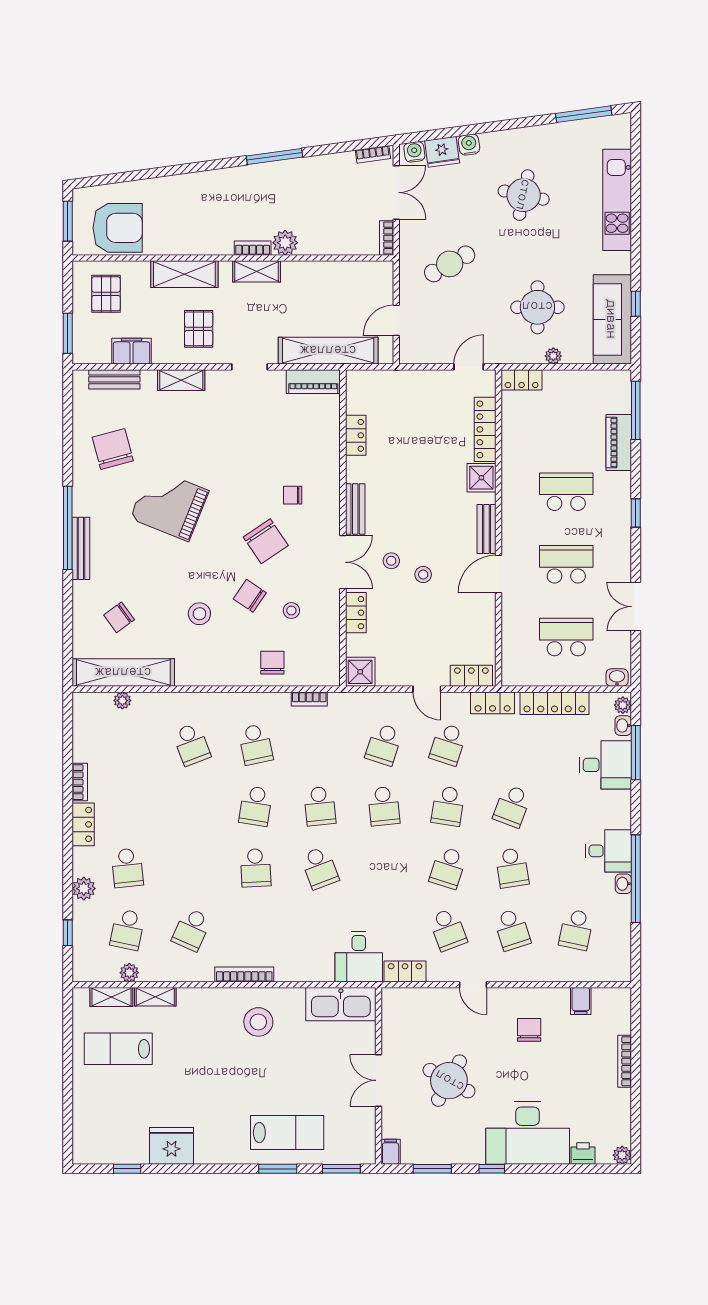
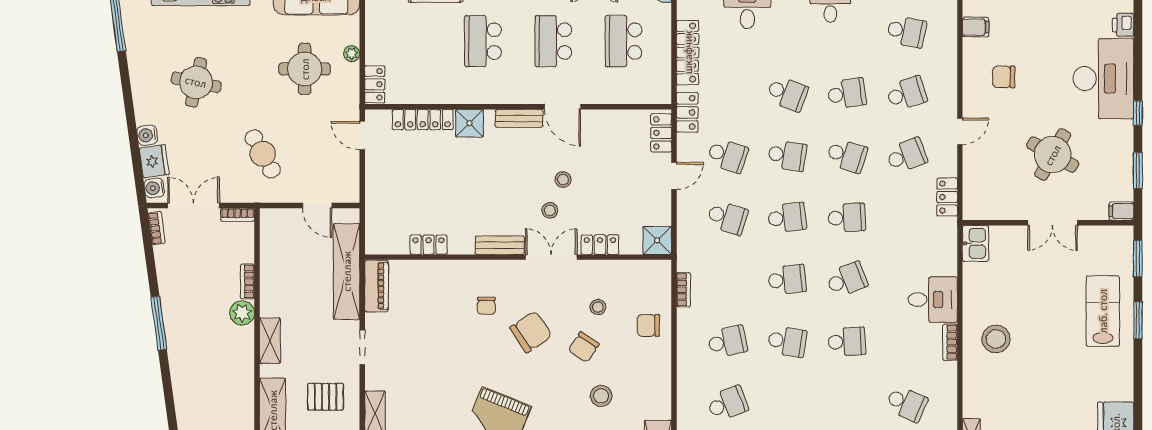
bookcase: (253, 248) -> (247, 281), moved
school desk: (384, 868) -> (847, 218), added
desk: (359, 957) -> (933, 300), moved
bookcase: (244, 975) -> (950, 342), width x0.64
kitchen sink: (341, 1004) -> (976, 243), width x0.53, depth x0.81

